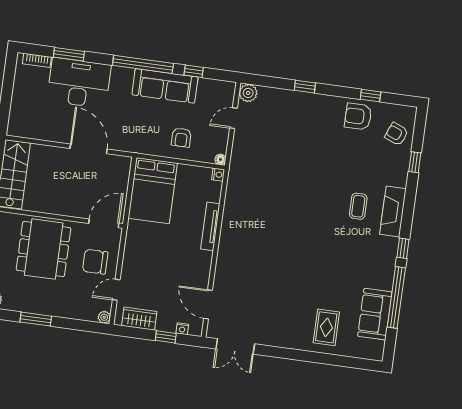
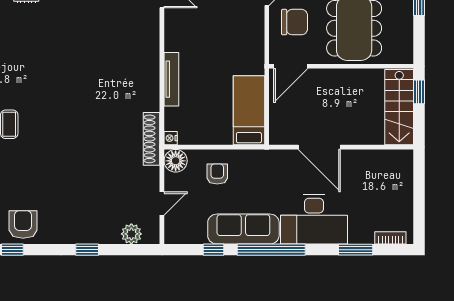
desk: (79, 83) -> (314, 219), moved
plant: (248, 93) -> (131, 234), moved
armchair: (358, 116) -> (23, 224), turned -90
floor lamp: (220, 159) -> (176, 161), width x1.89, depth x1.89
shoe rack: (235, 176) -> (152, 139), added
bed: (153, 191) -> (249, 110), width x0.67

